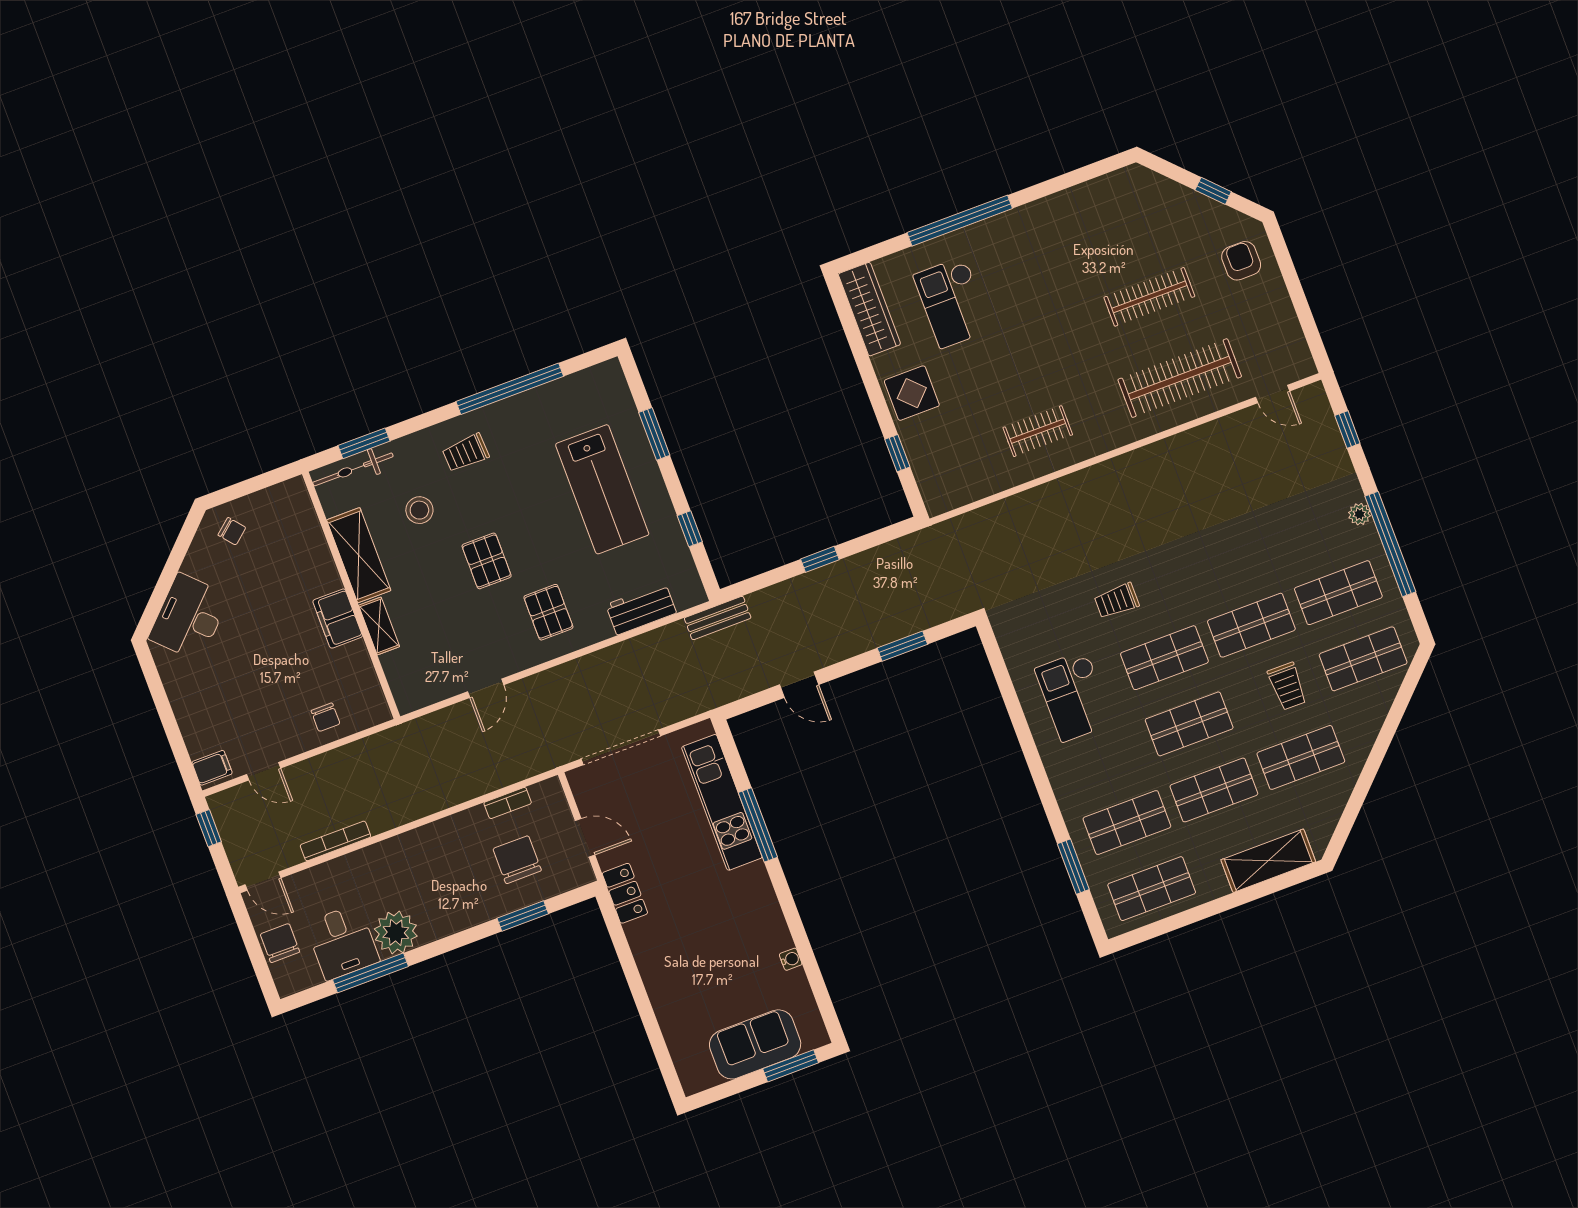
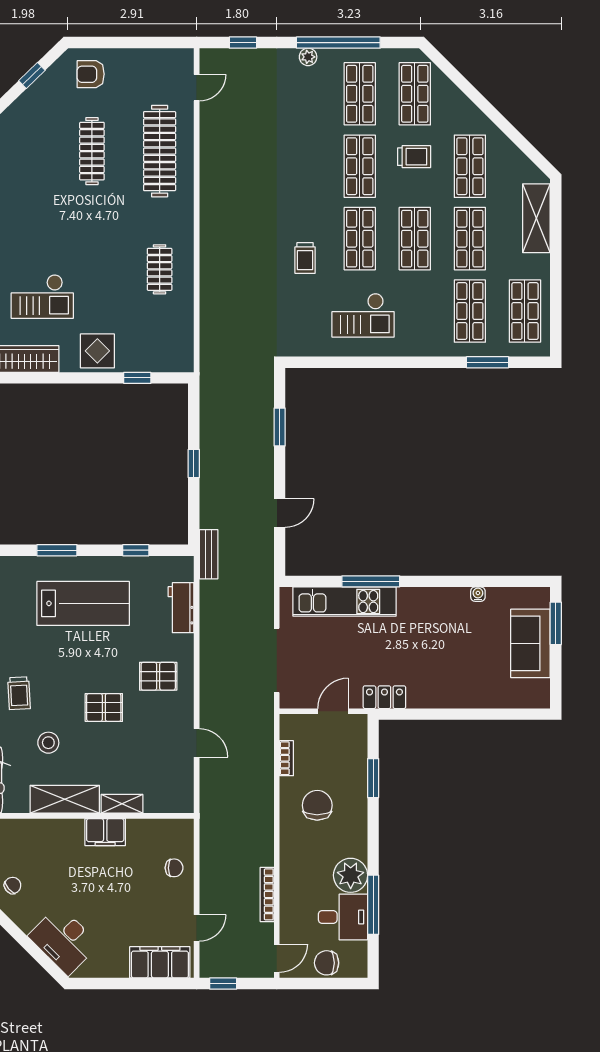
filing cabinet: (212, 768) -> (160, 962), width x3.00, depth x1.17
chair: (517, 860) -> (317, 805), moved, turned 90

